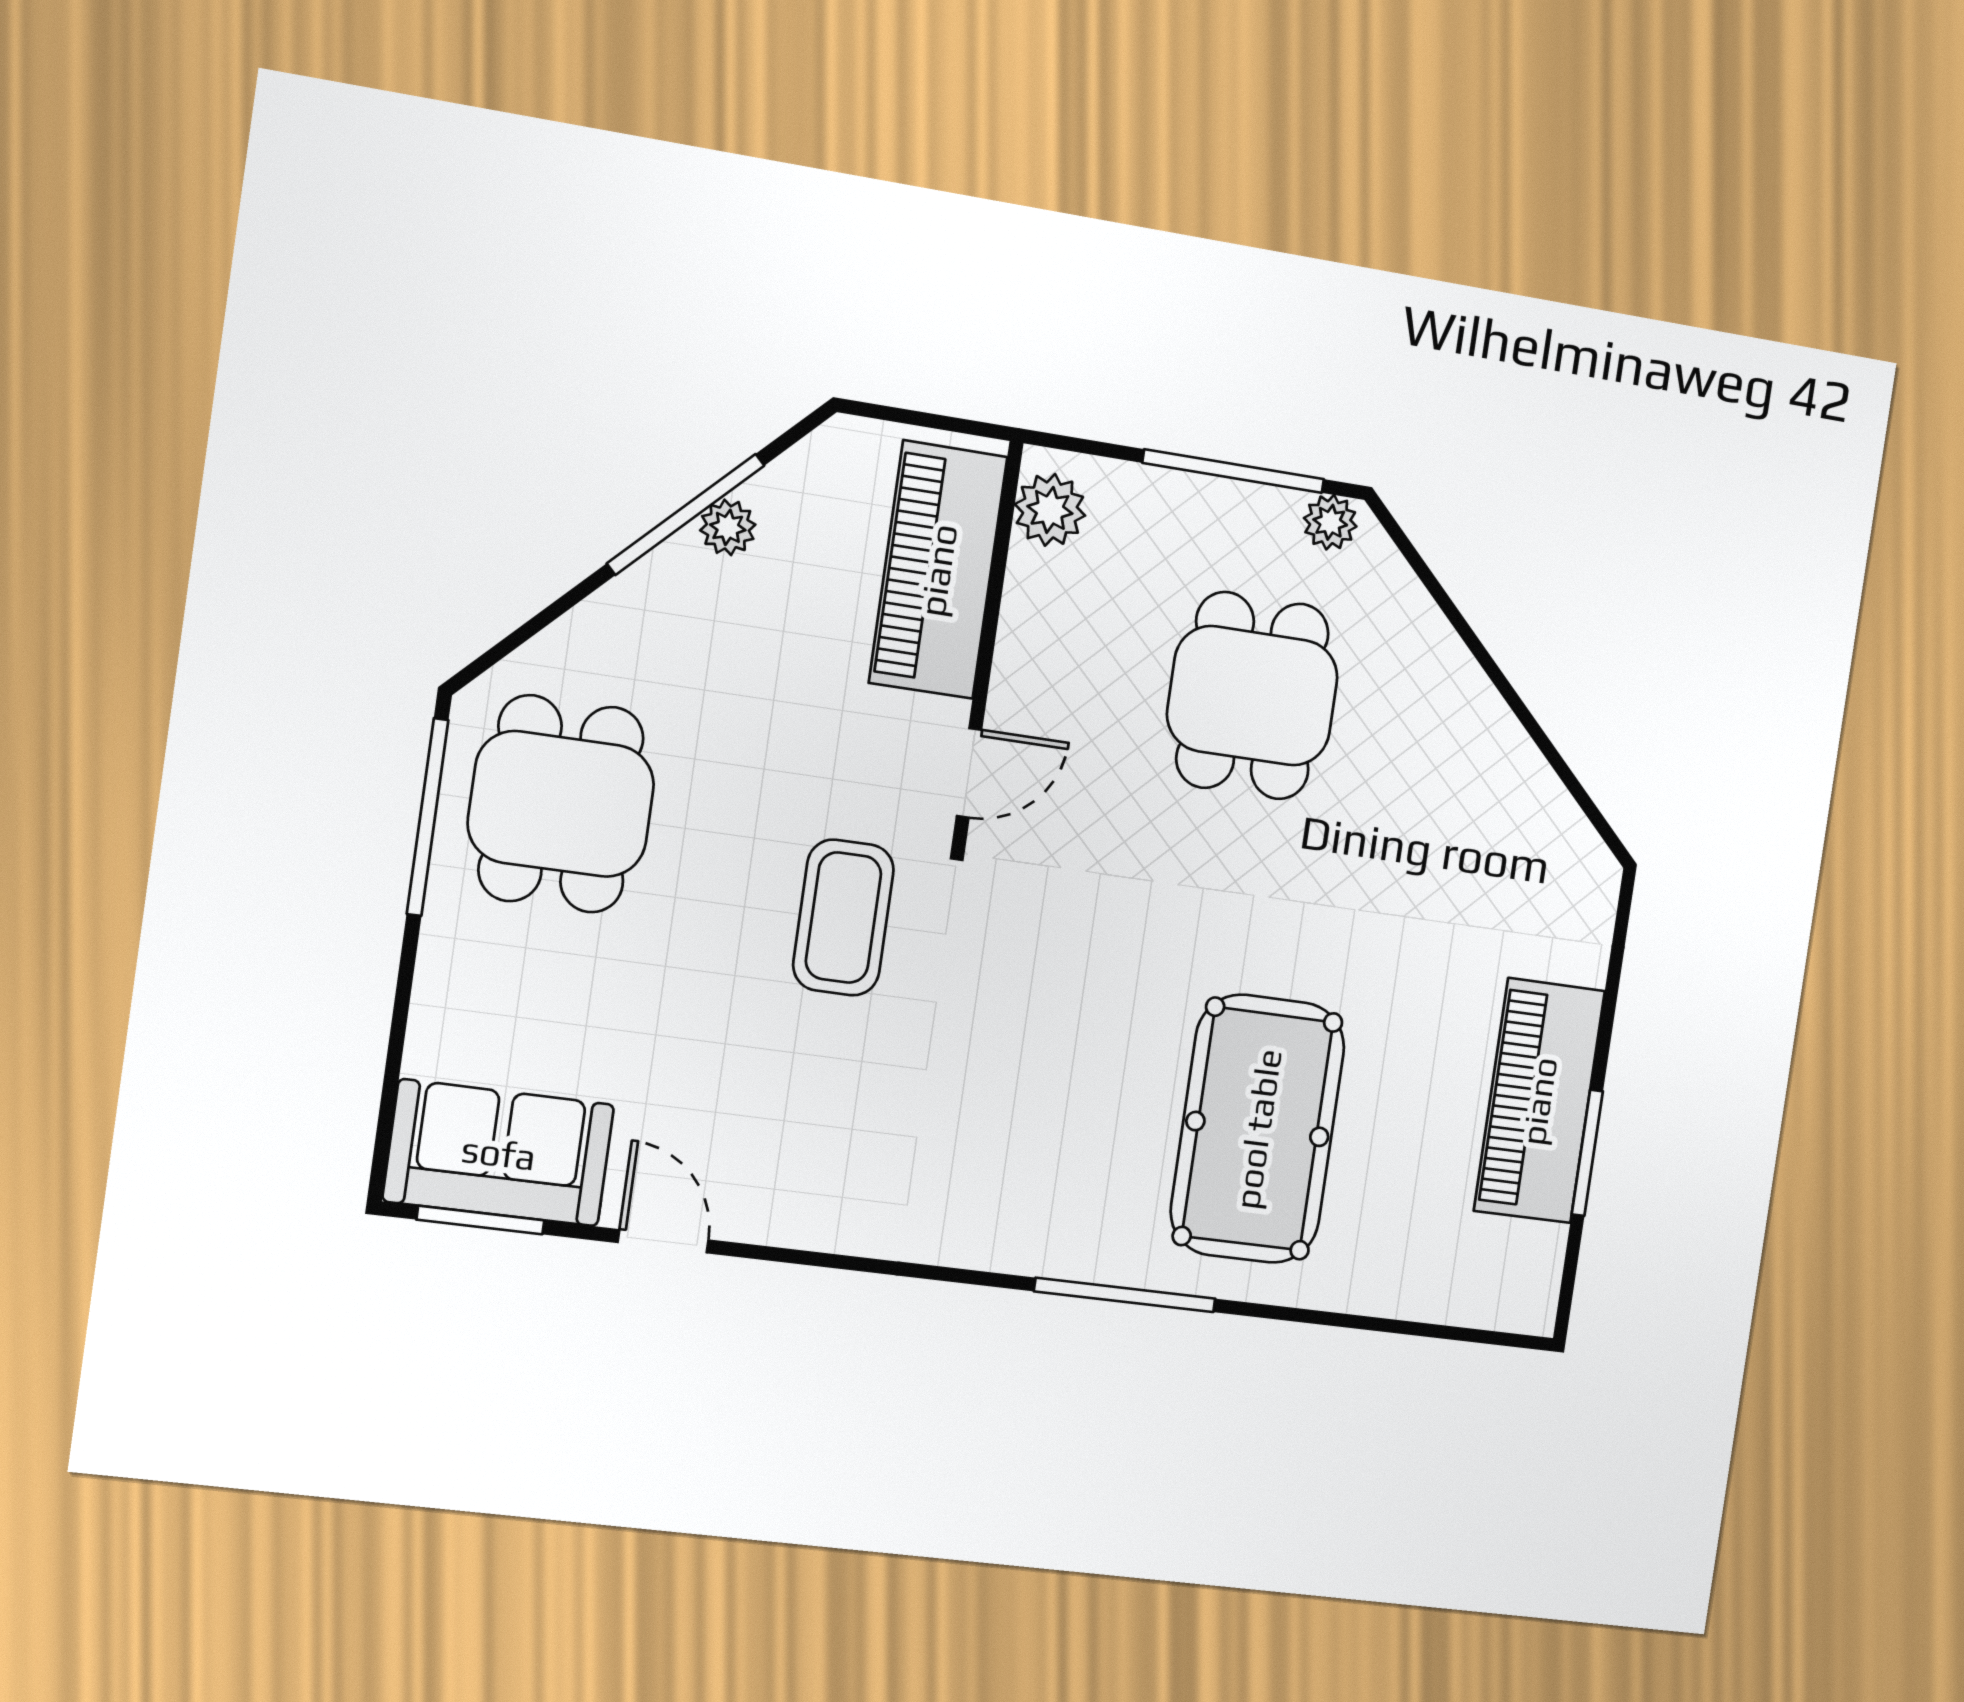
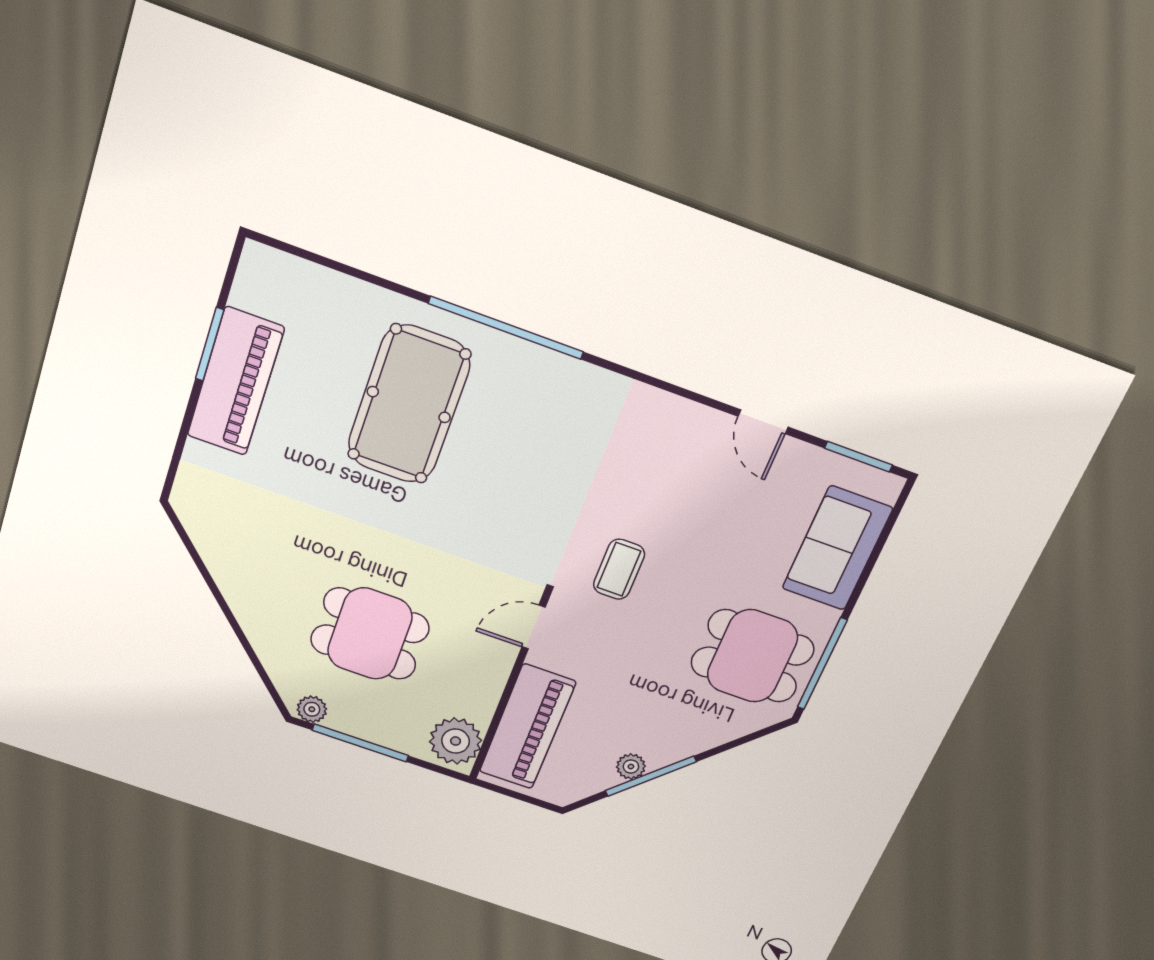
plant: (1050, 510) -> (456, 741), width x1.36, depth x1.36
dining table: (1252, 696) -> (370, 634), turned 90
dining table: (561, 804) -> (752, 656), turned 90
coffee table: (843, 918) -> (619, 569), width x0.73, depth x0.77
sofa: (499, 1153) -> (837, 548), moved, turned 90
window: (1125, 1295) -> (506, 328), width x1.46

